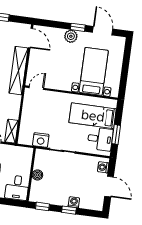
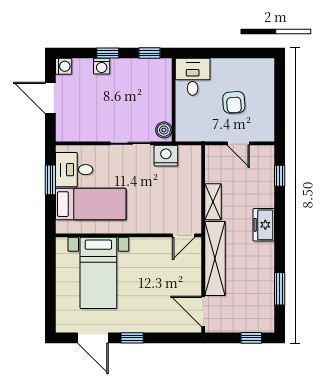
plant: (71, 36) -> (141, 323), removed
shelving: (12, 131) -> (213, 202), moved
washing machine: (103, 167) -> (64, 66), moved
boiler: (37, 175) -> (164, 130), moved

